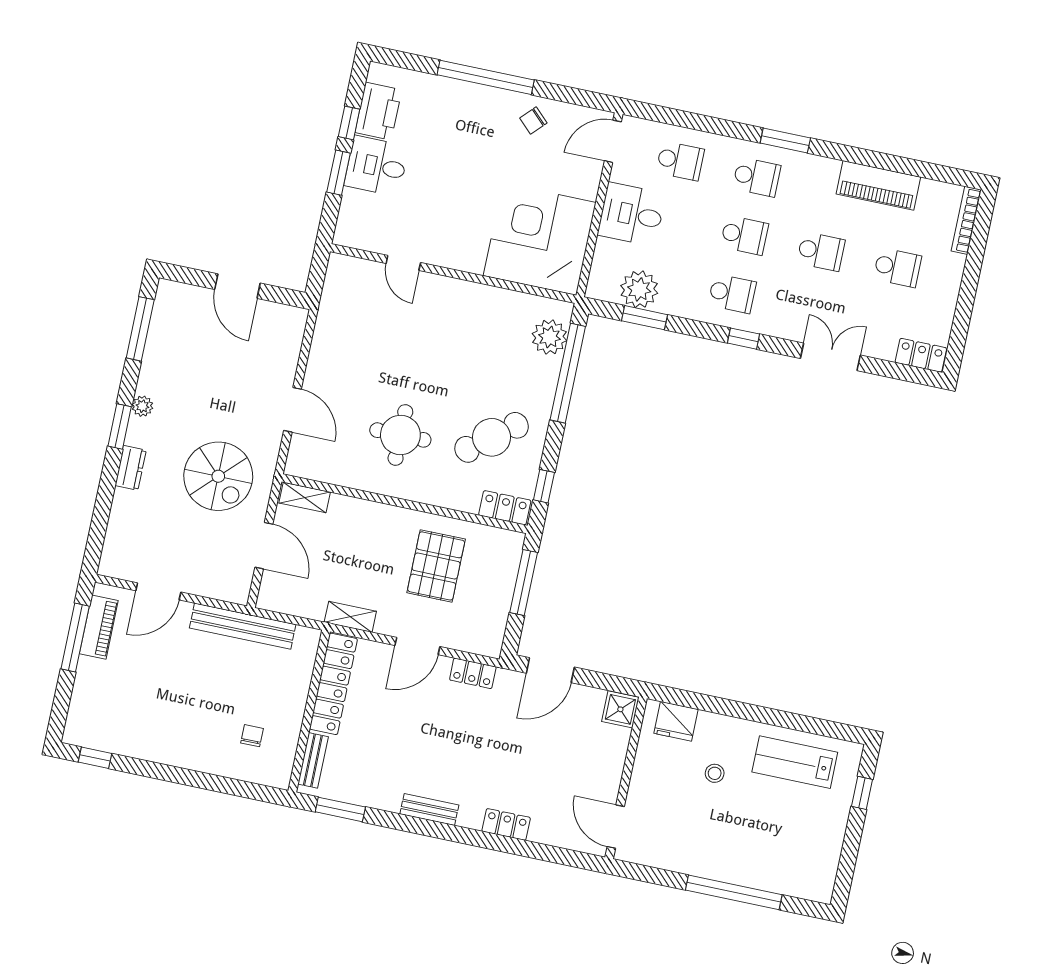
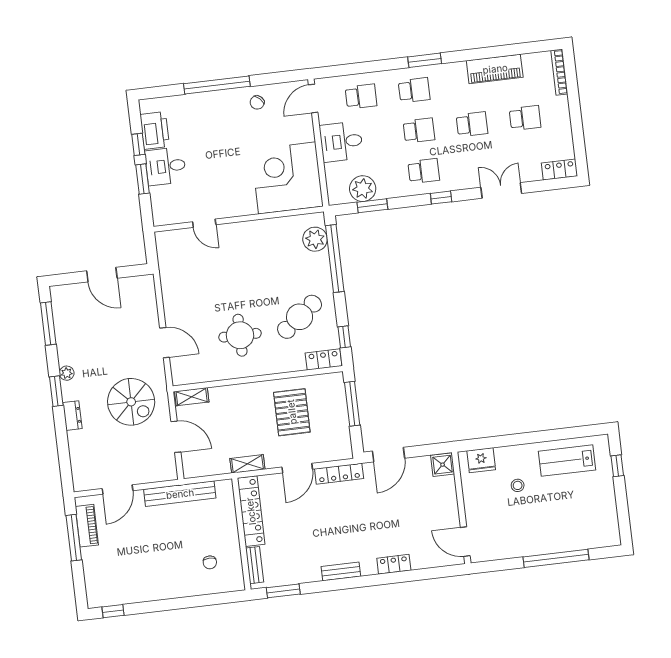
locker: (473, 673) -> (339, 474), width x1.53
chair: (252, 736) -> (210, 562), turned 180

